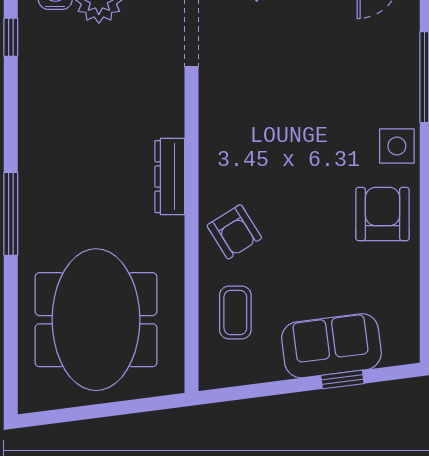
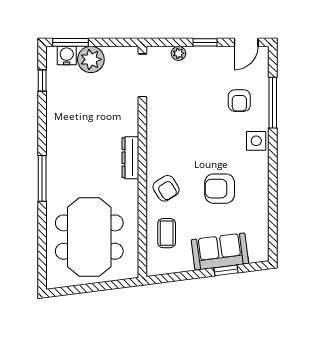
armchair: (366, 74) -> (239, 101), added
armchair: (382, 214) -> (220, 189), moved, turned -90

